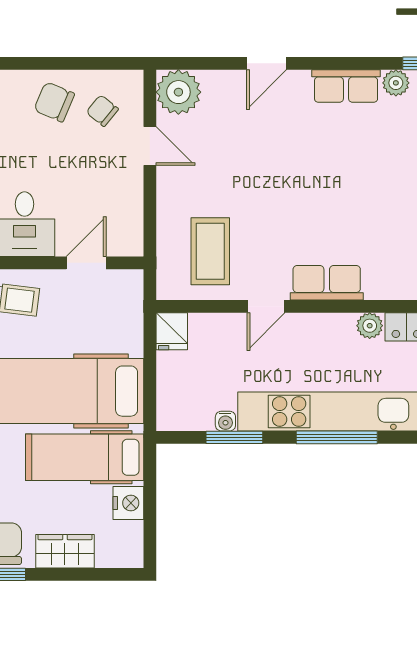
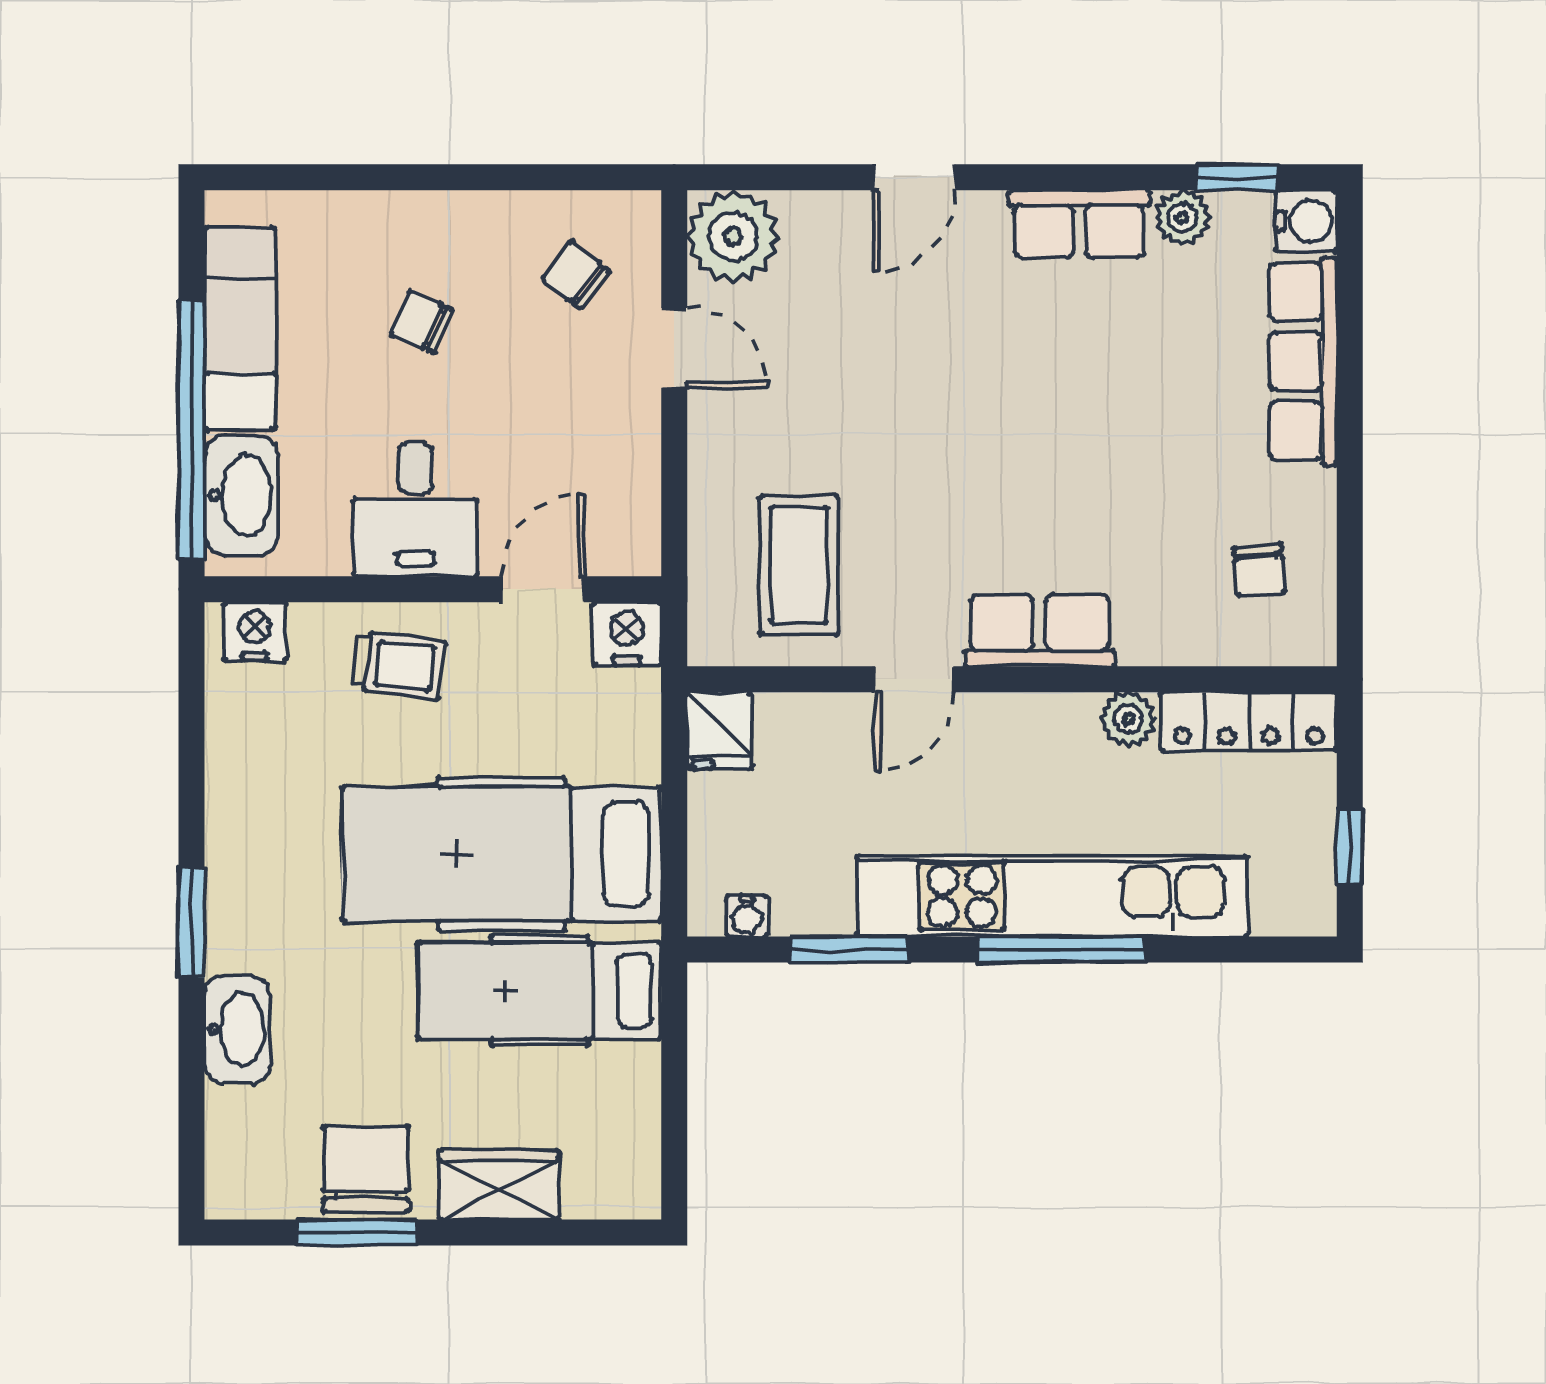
chair: (54, 102) -> (422, 322), moved, width x0.73, depth x0.73
water cooler: (225, 421) -> (747, 916), moved
nightstand: (128, 503) -> (627, 634), moved, turned -90

